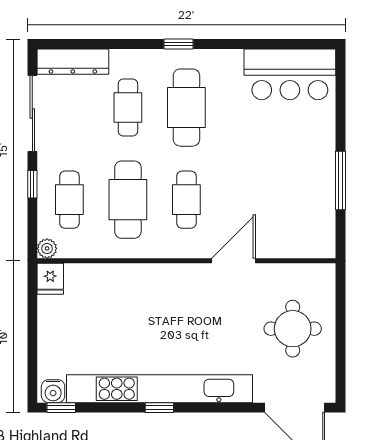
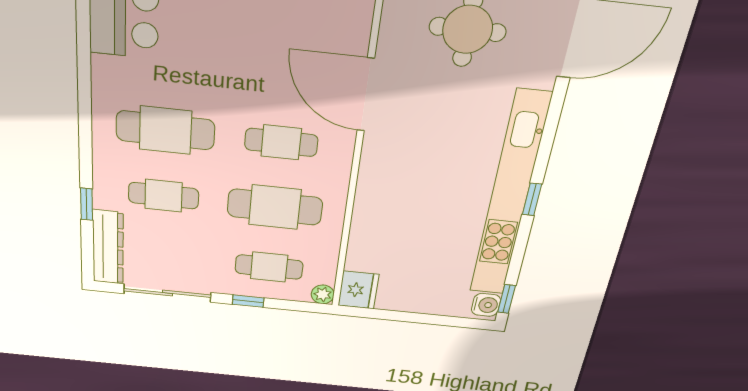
window: (179, 44) -> (87, 204), moved
door: (233, 261) -> (366, 95), width x1.36
fridge: (50, 279) -> (358, 290), width x1.38

